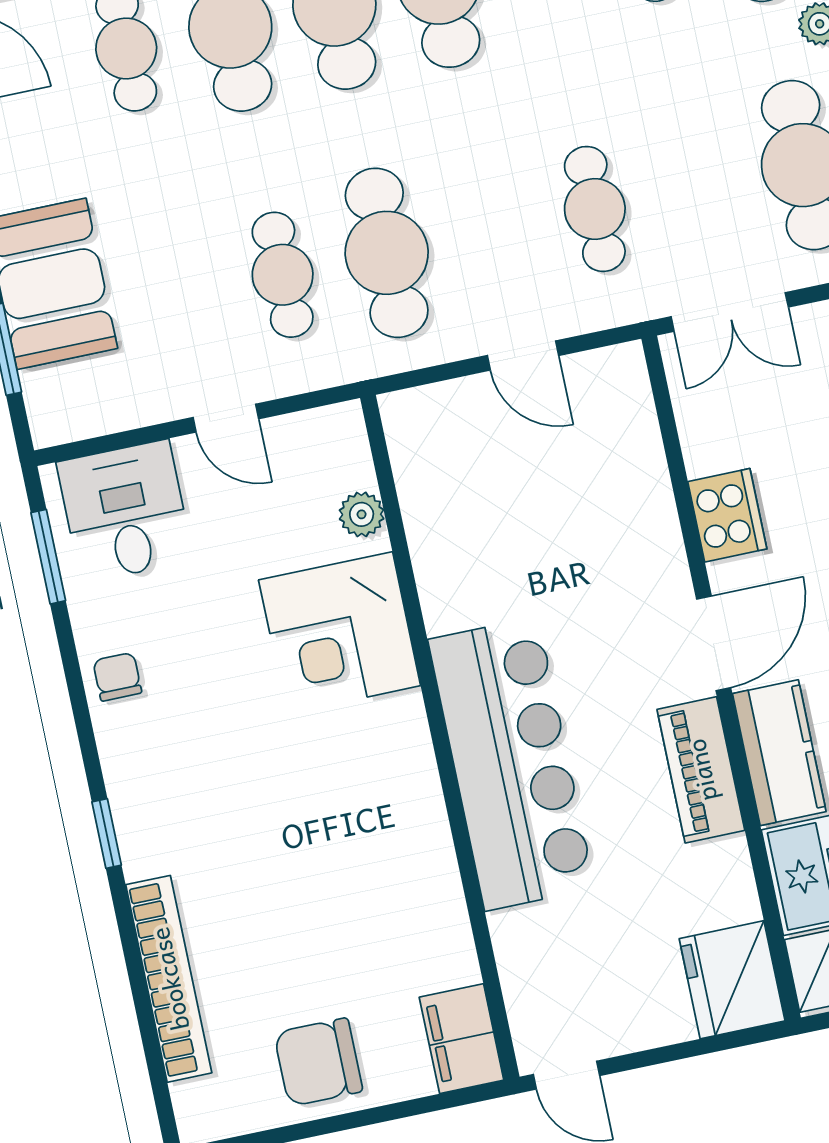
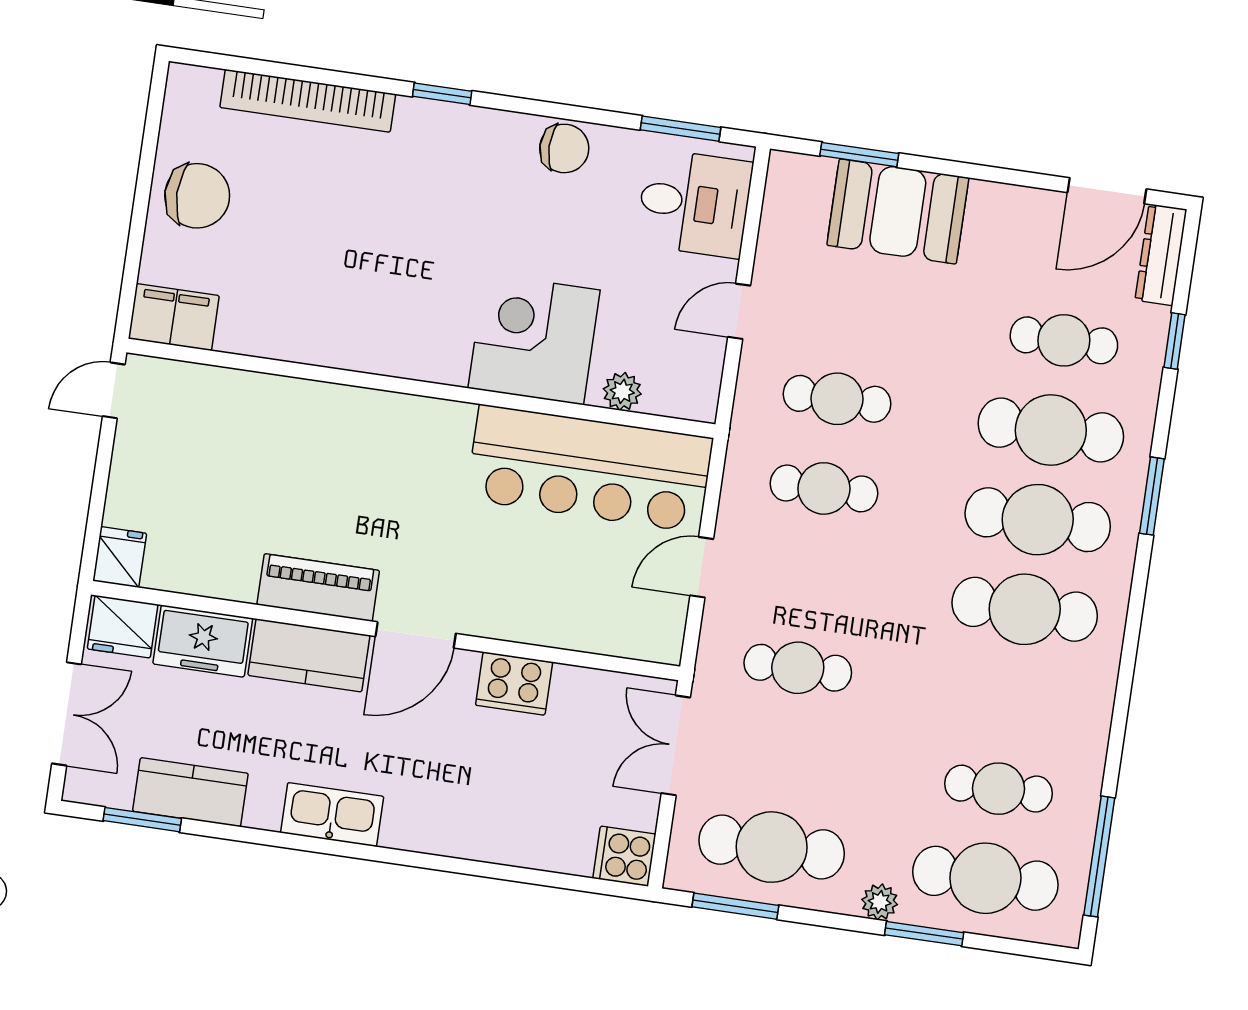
cafe table: (387, 253) -> (824, 488), width x0.73, depth x0.74
door: (714, 643) -> (416, 635), hinge flipped
chair: (117, 677) -> (564, 148), width x1.37, depth x1.37
bar counter: (511, 764) -> (590, 469), moved
fridge: (732, 980) -> (120, 557), width x0.53, depth x0.75
chair: (318, 1062) -> (197, 196), turned 90

